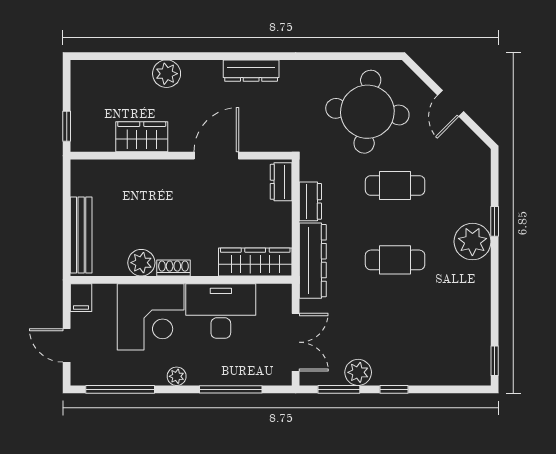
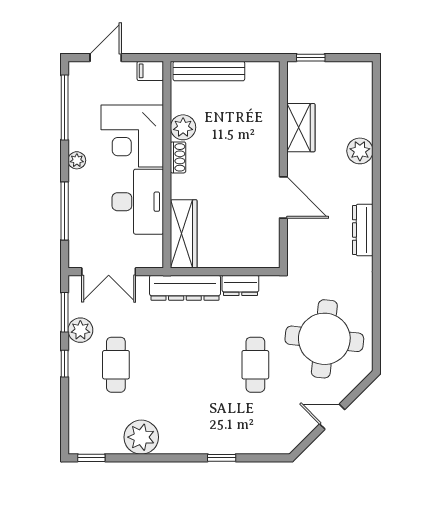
dresser: (281, 182) -> (259, 258), removed
plant: (472, 242) -> (141, 437), moved
cafe table: (395, 260) -> (116, 365), moved

